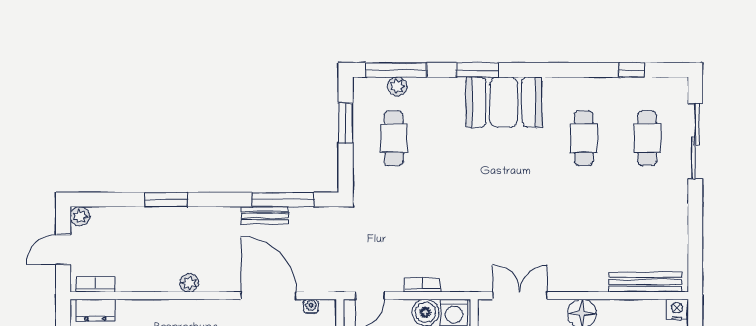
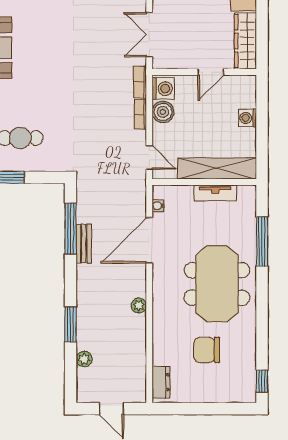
plant: (80, 216) -> (84, 359), moved
bookcase: (96, 284) -> (140, 82), moved

